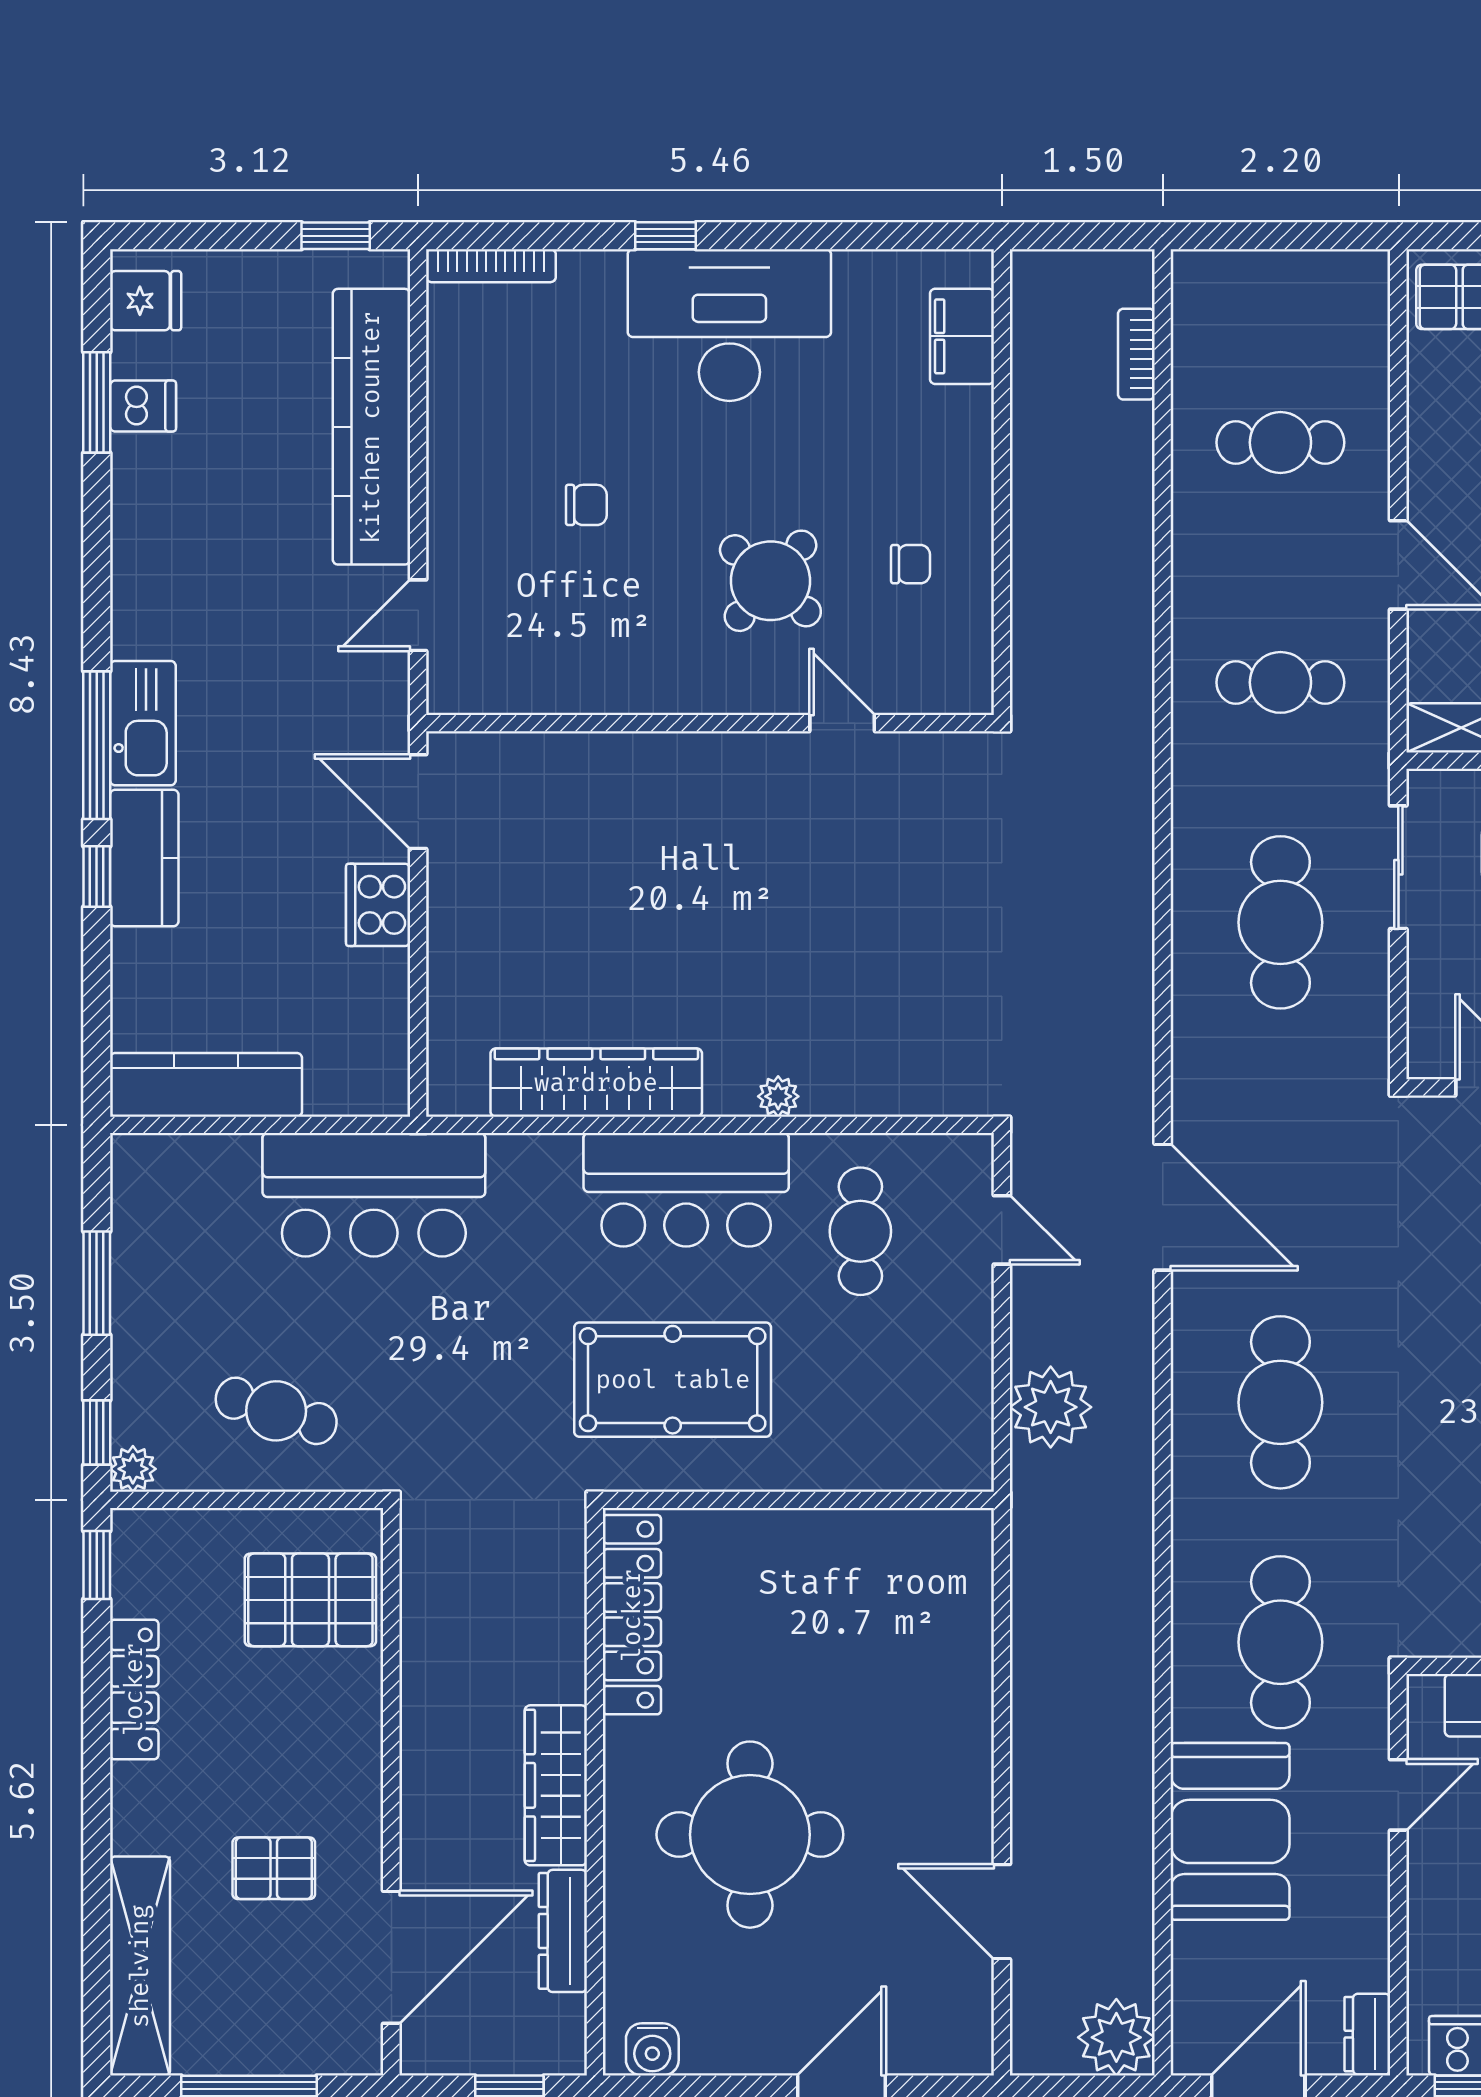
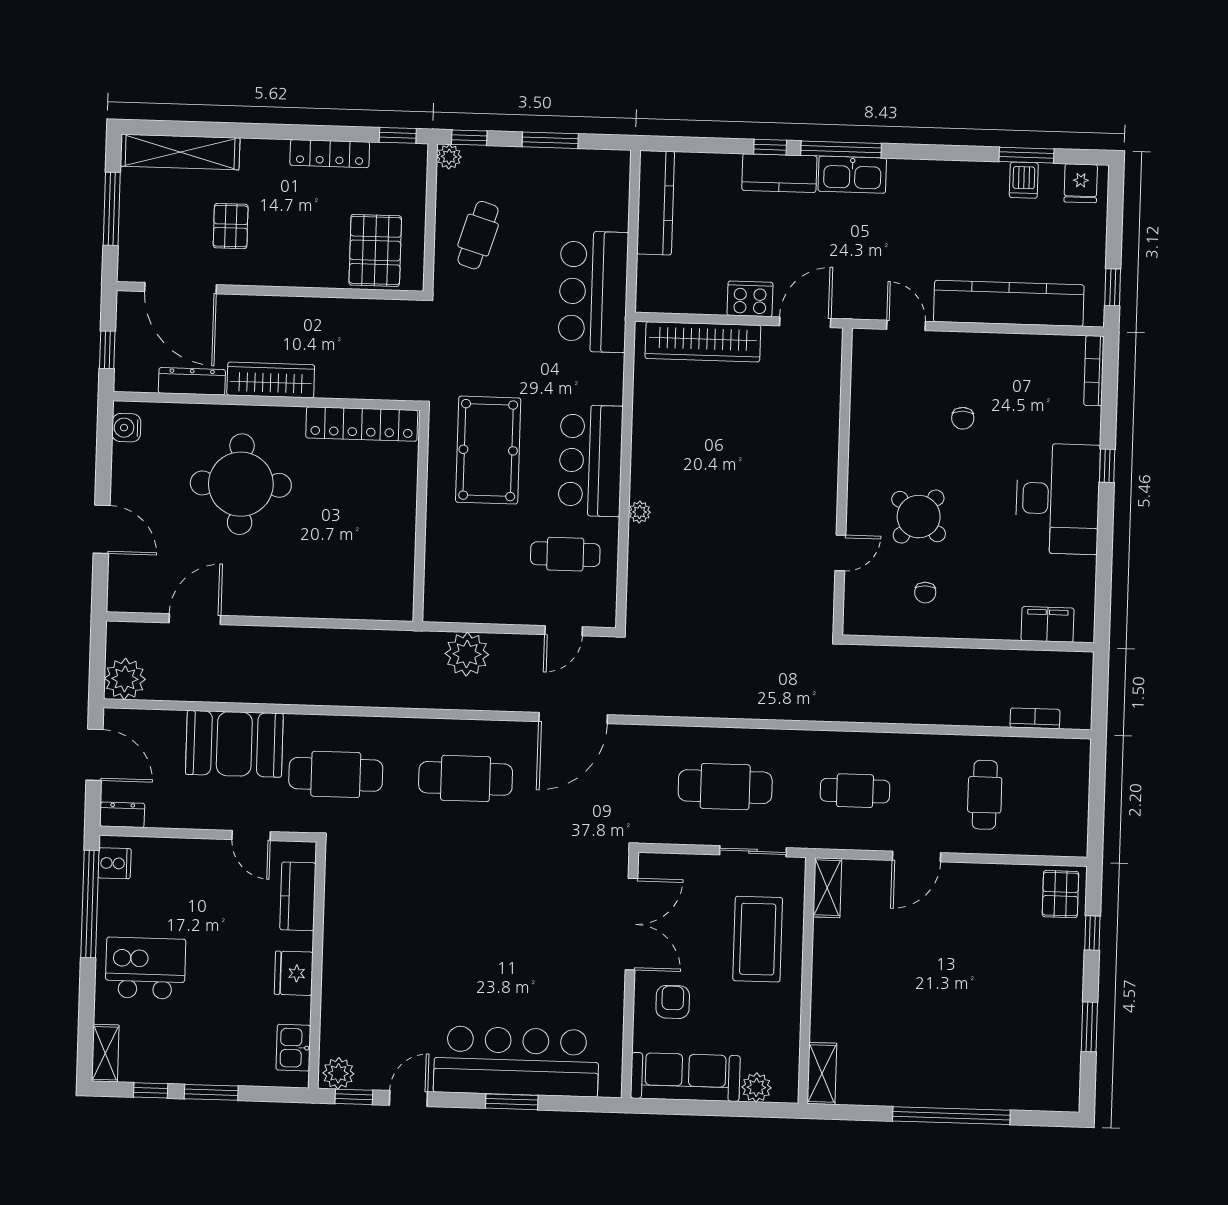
cafe table: (1280, 682) -> (855, 791), turned 90
wardrobe: (596, 1083) -> (703, 342), moved, turned 90

